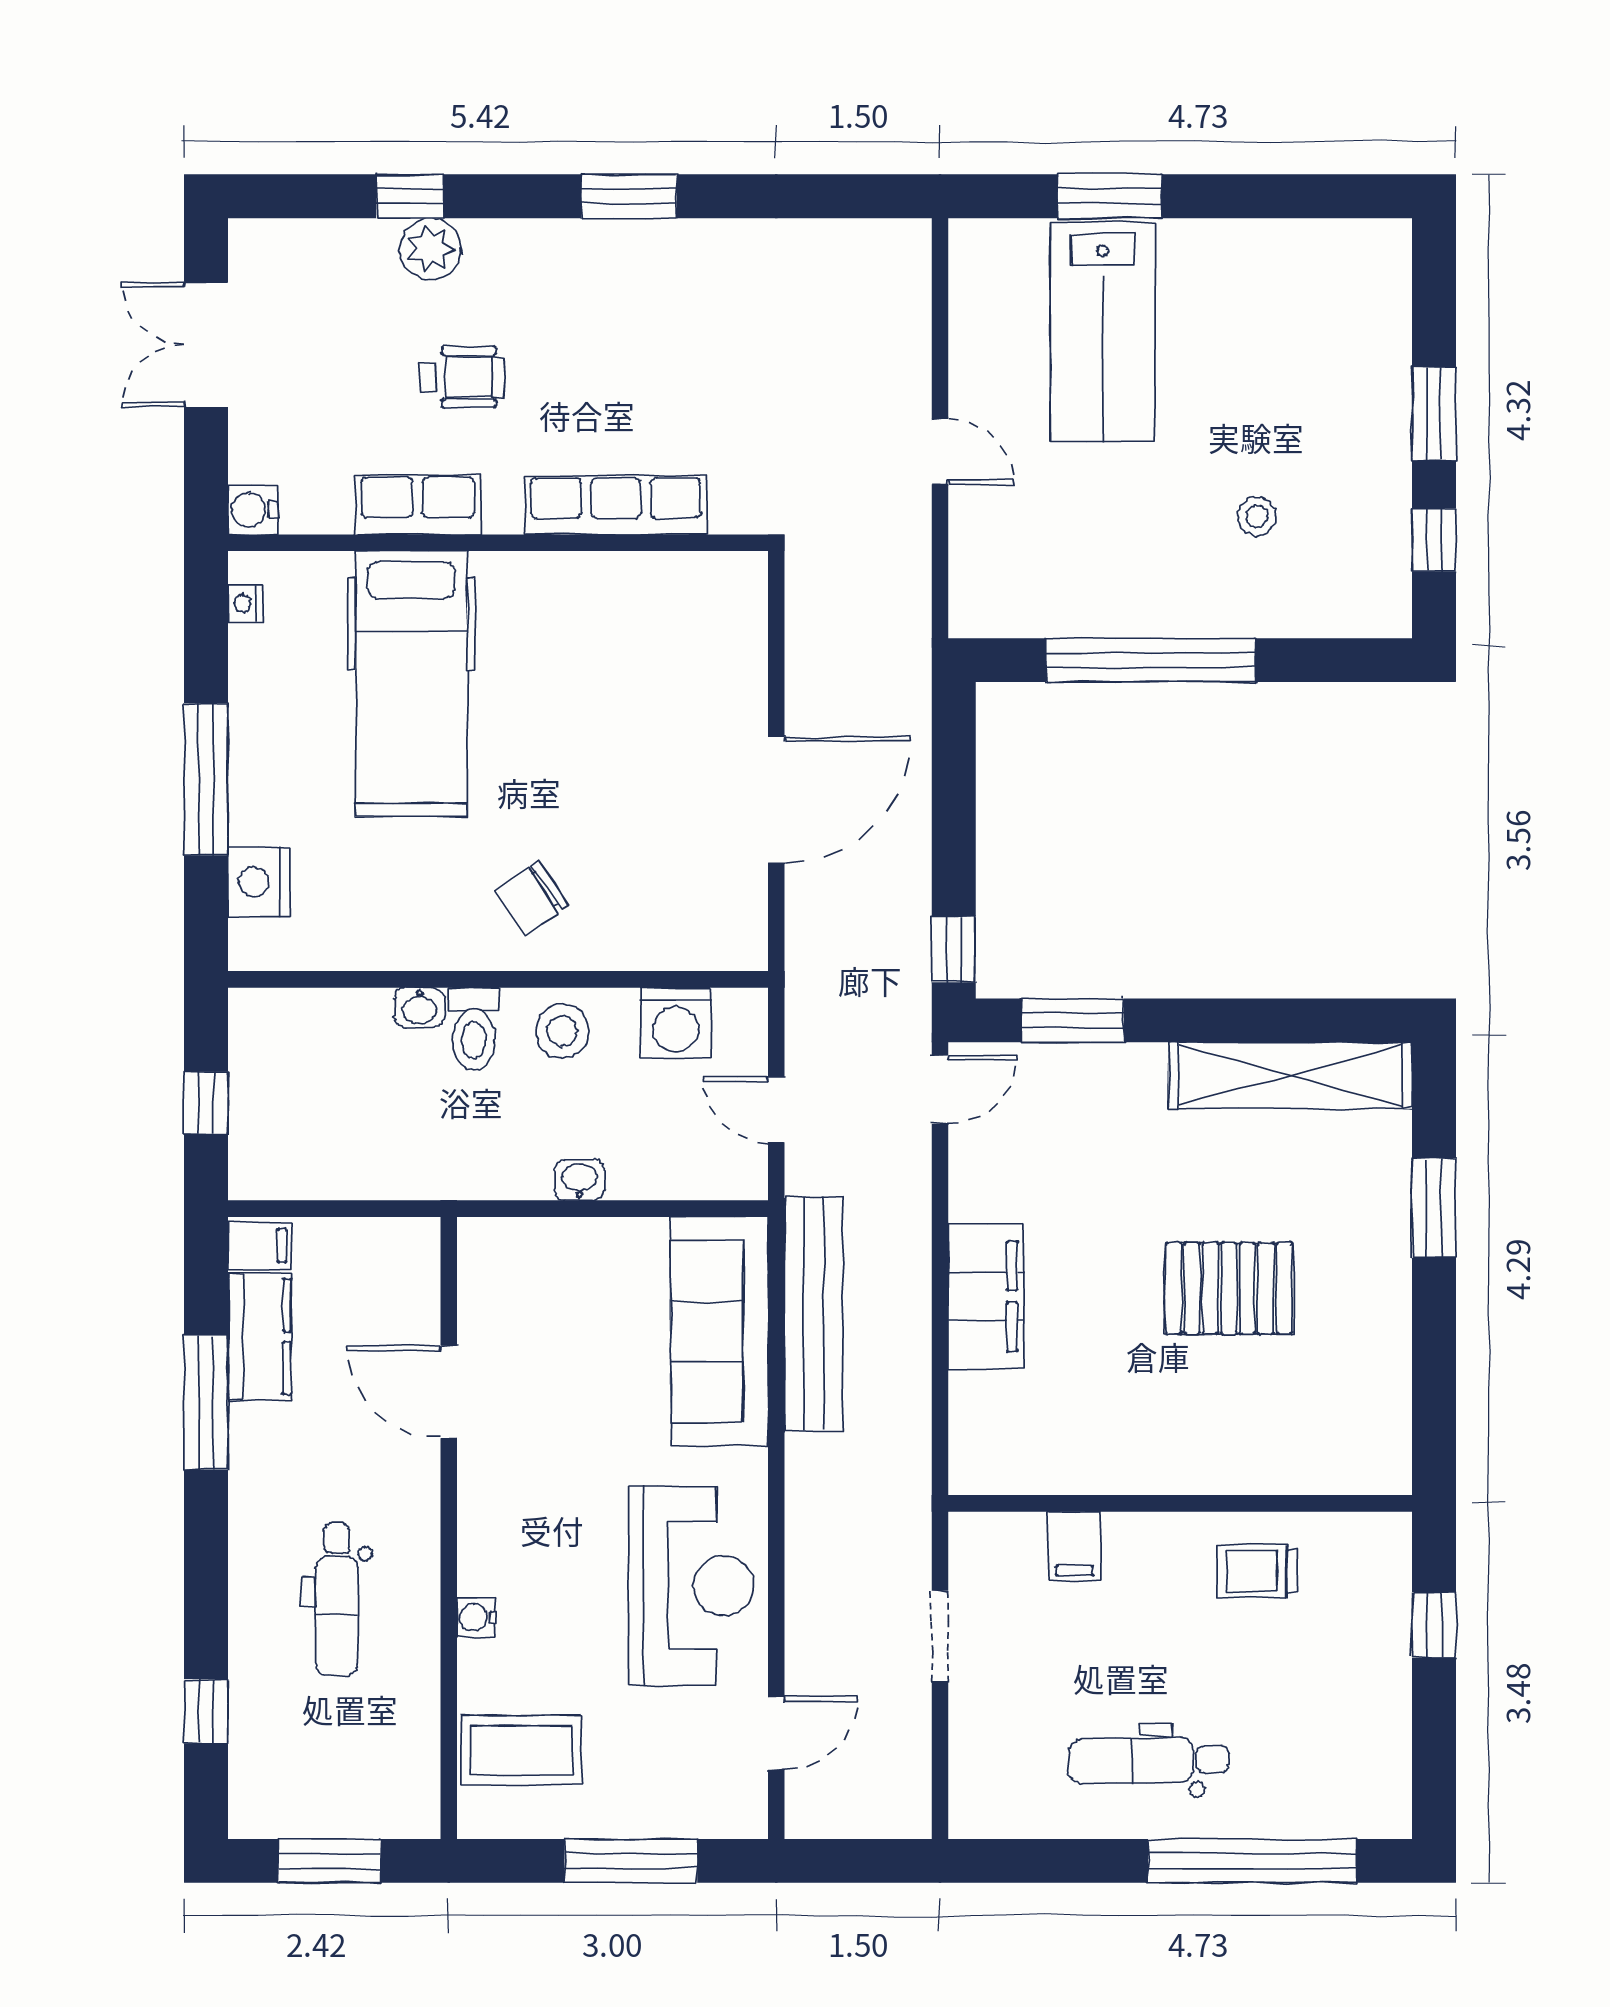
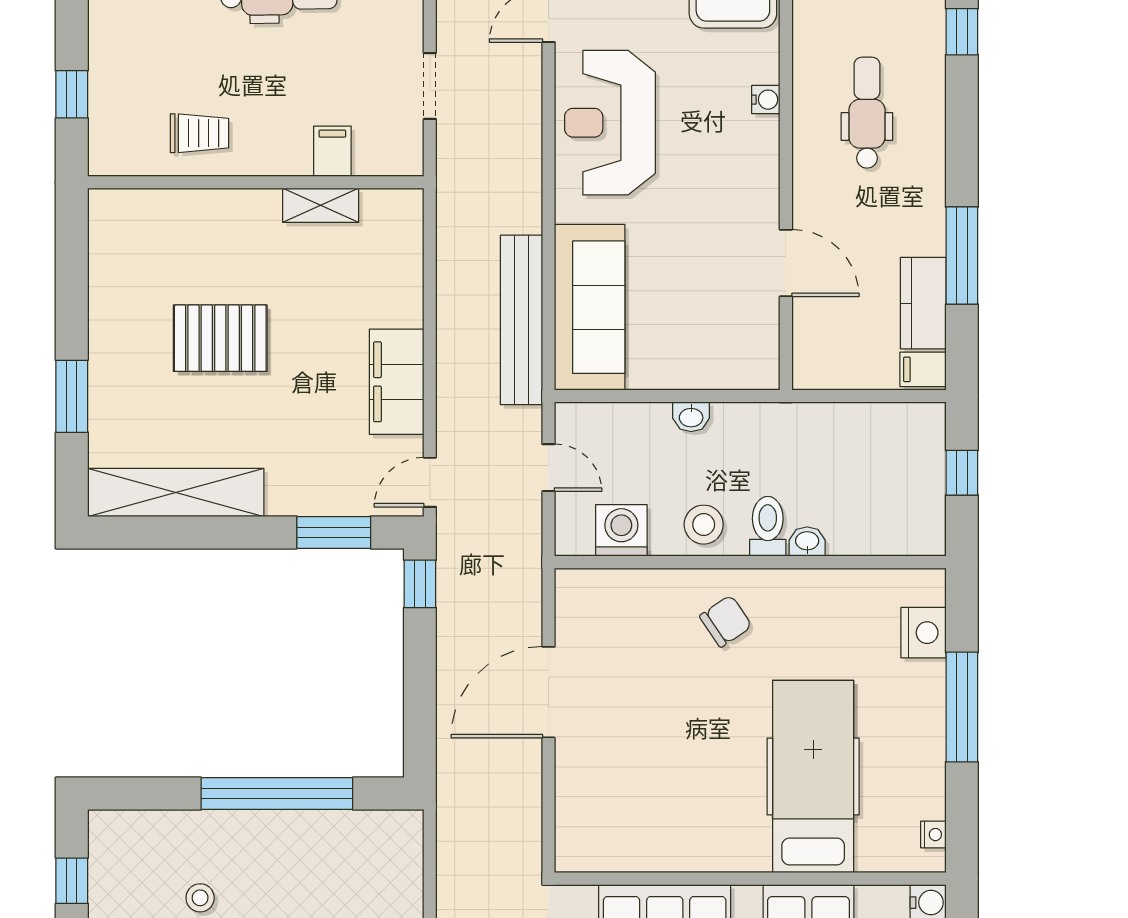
filing cabinet: (986, 1296) -> (397, 382), moved
shelving: (1091, 1472) -> (321, 205), added

